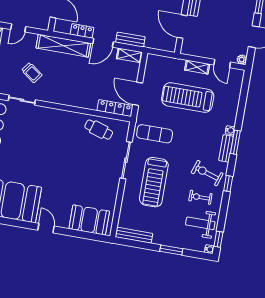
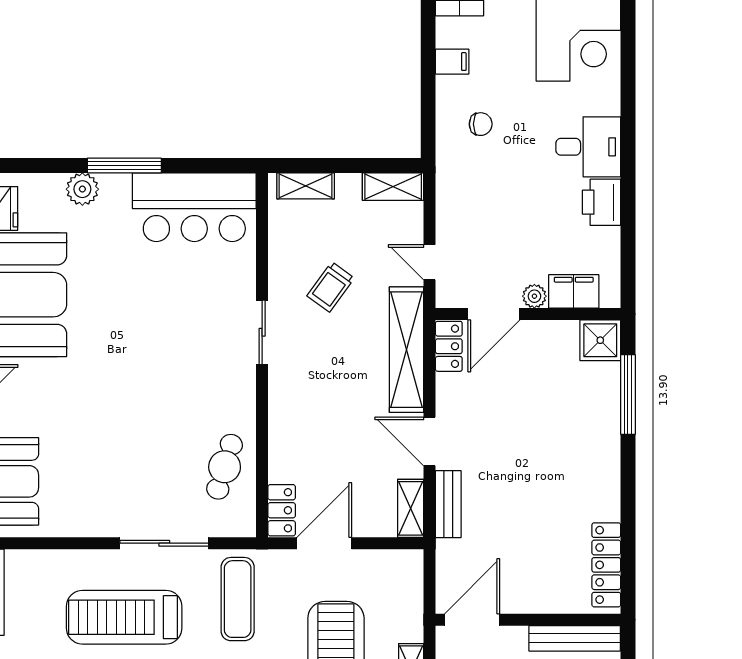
door: (182, 27) -> (472, 620), moved
door: (18, 28) -> (430, 262), moved
locker: (82, 31) -> (449, 346), moved
sliding door: (22, 100) -> (262, 332), moved
locker: (115, 108) -> (282, 510), width x0.66

